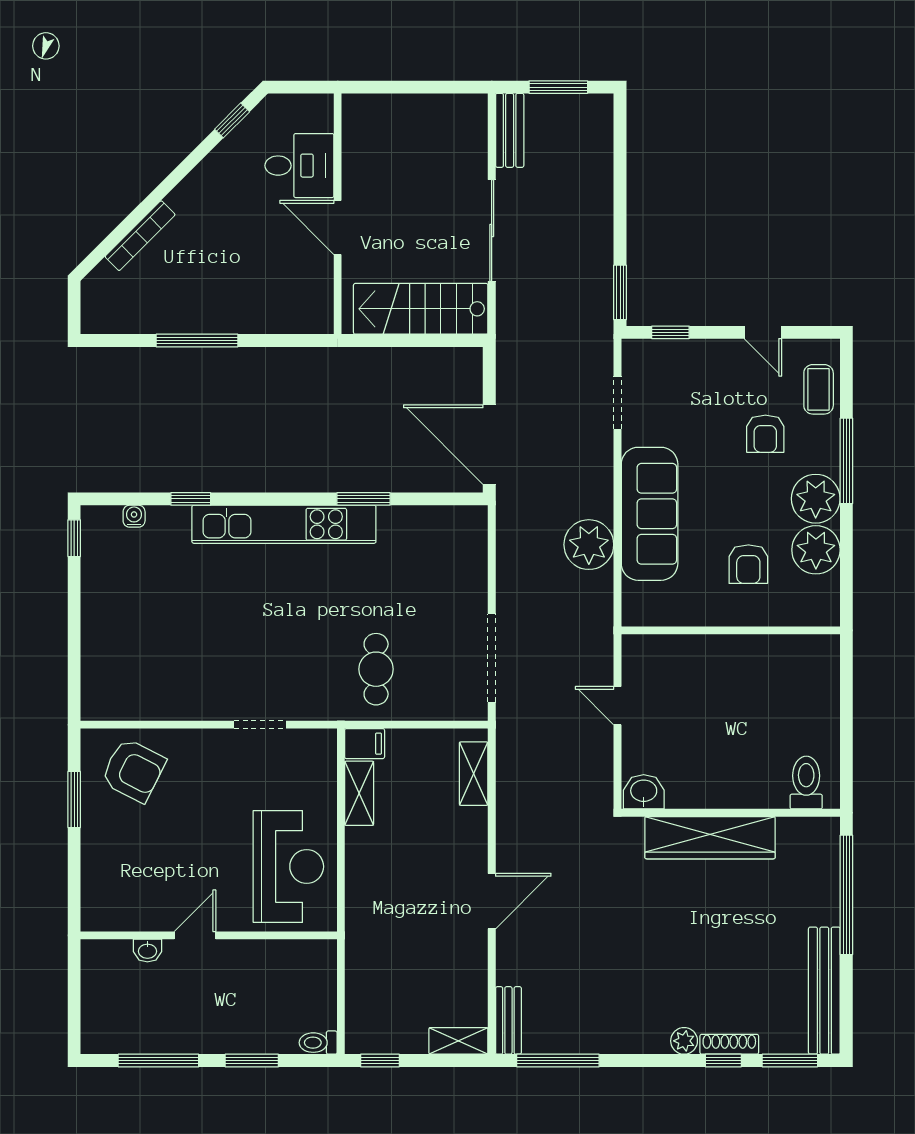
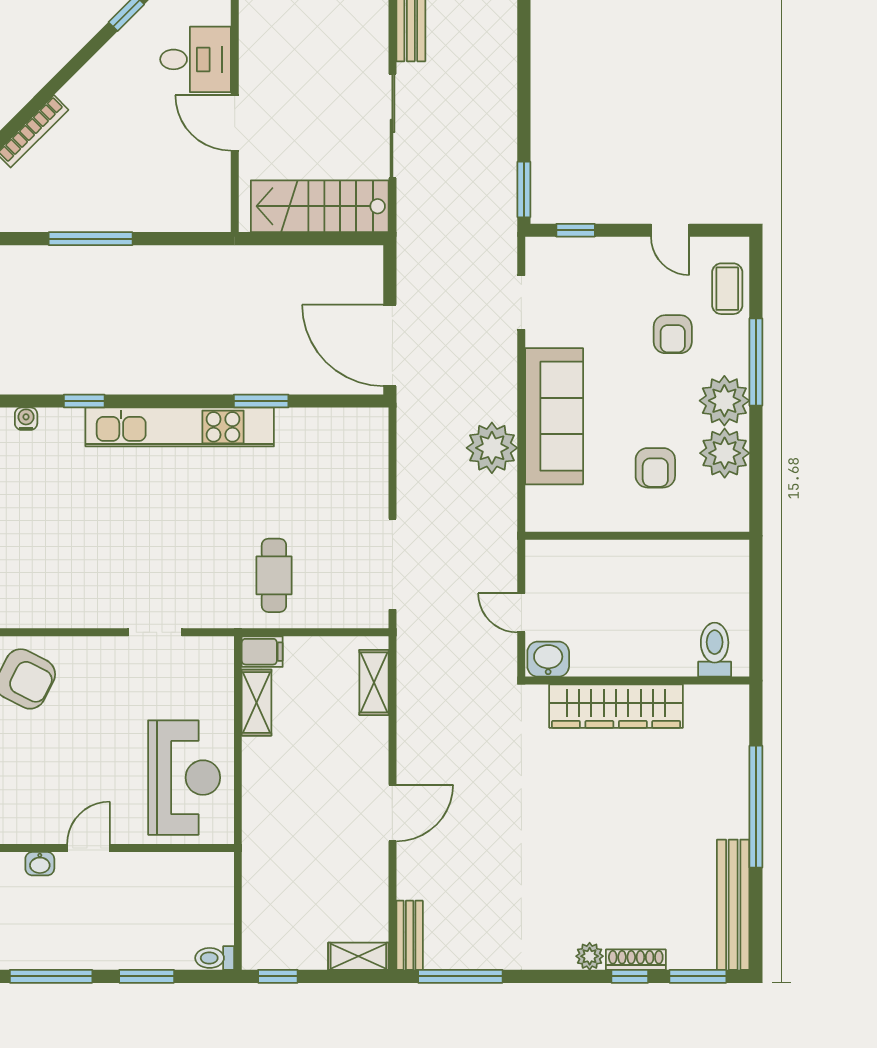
toilet: (806, 783) -> (715, 650), moved
washbasin: (644, 792) -> (548, 659), moved
wall: (731, 813) -> (637, 681), moved
wardrobe: (710, 838) -> (616, 706), moved

